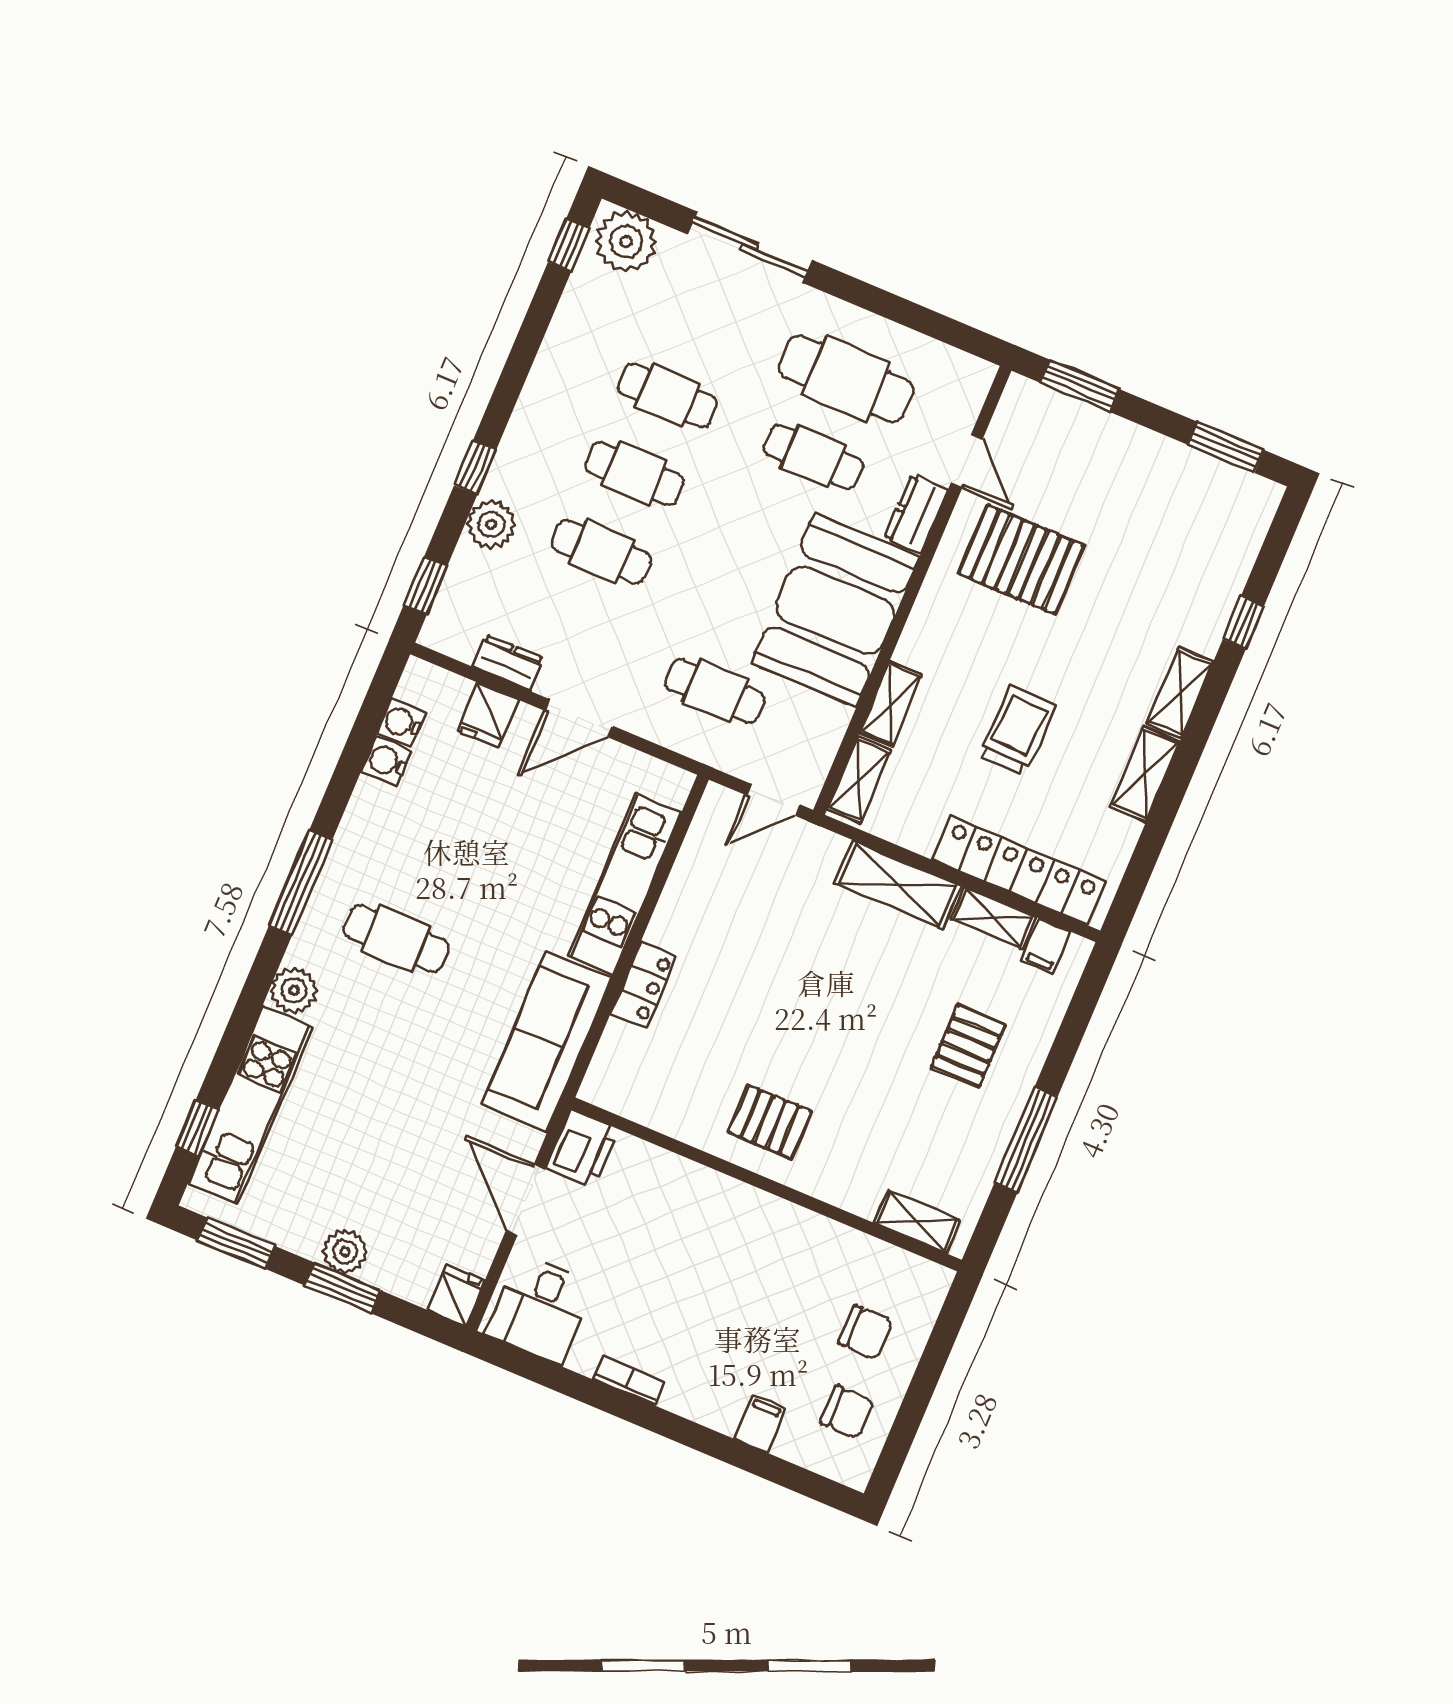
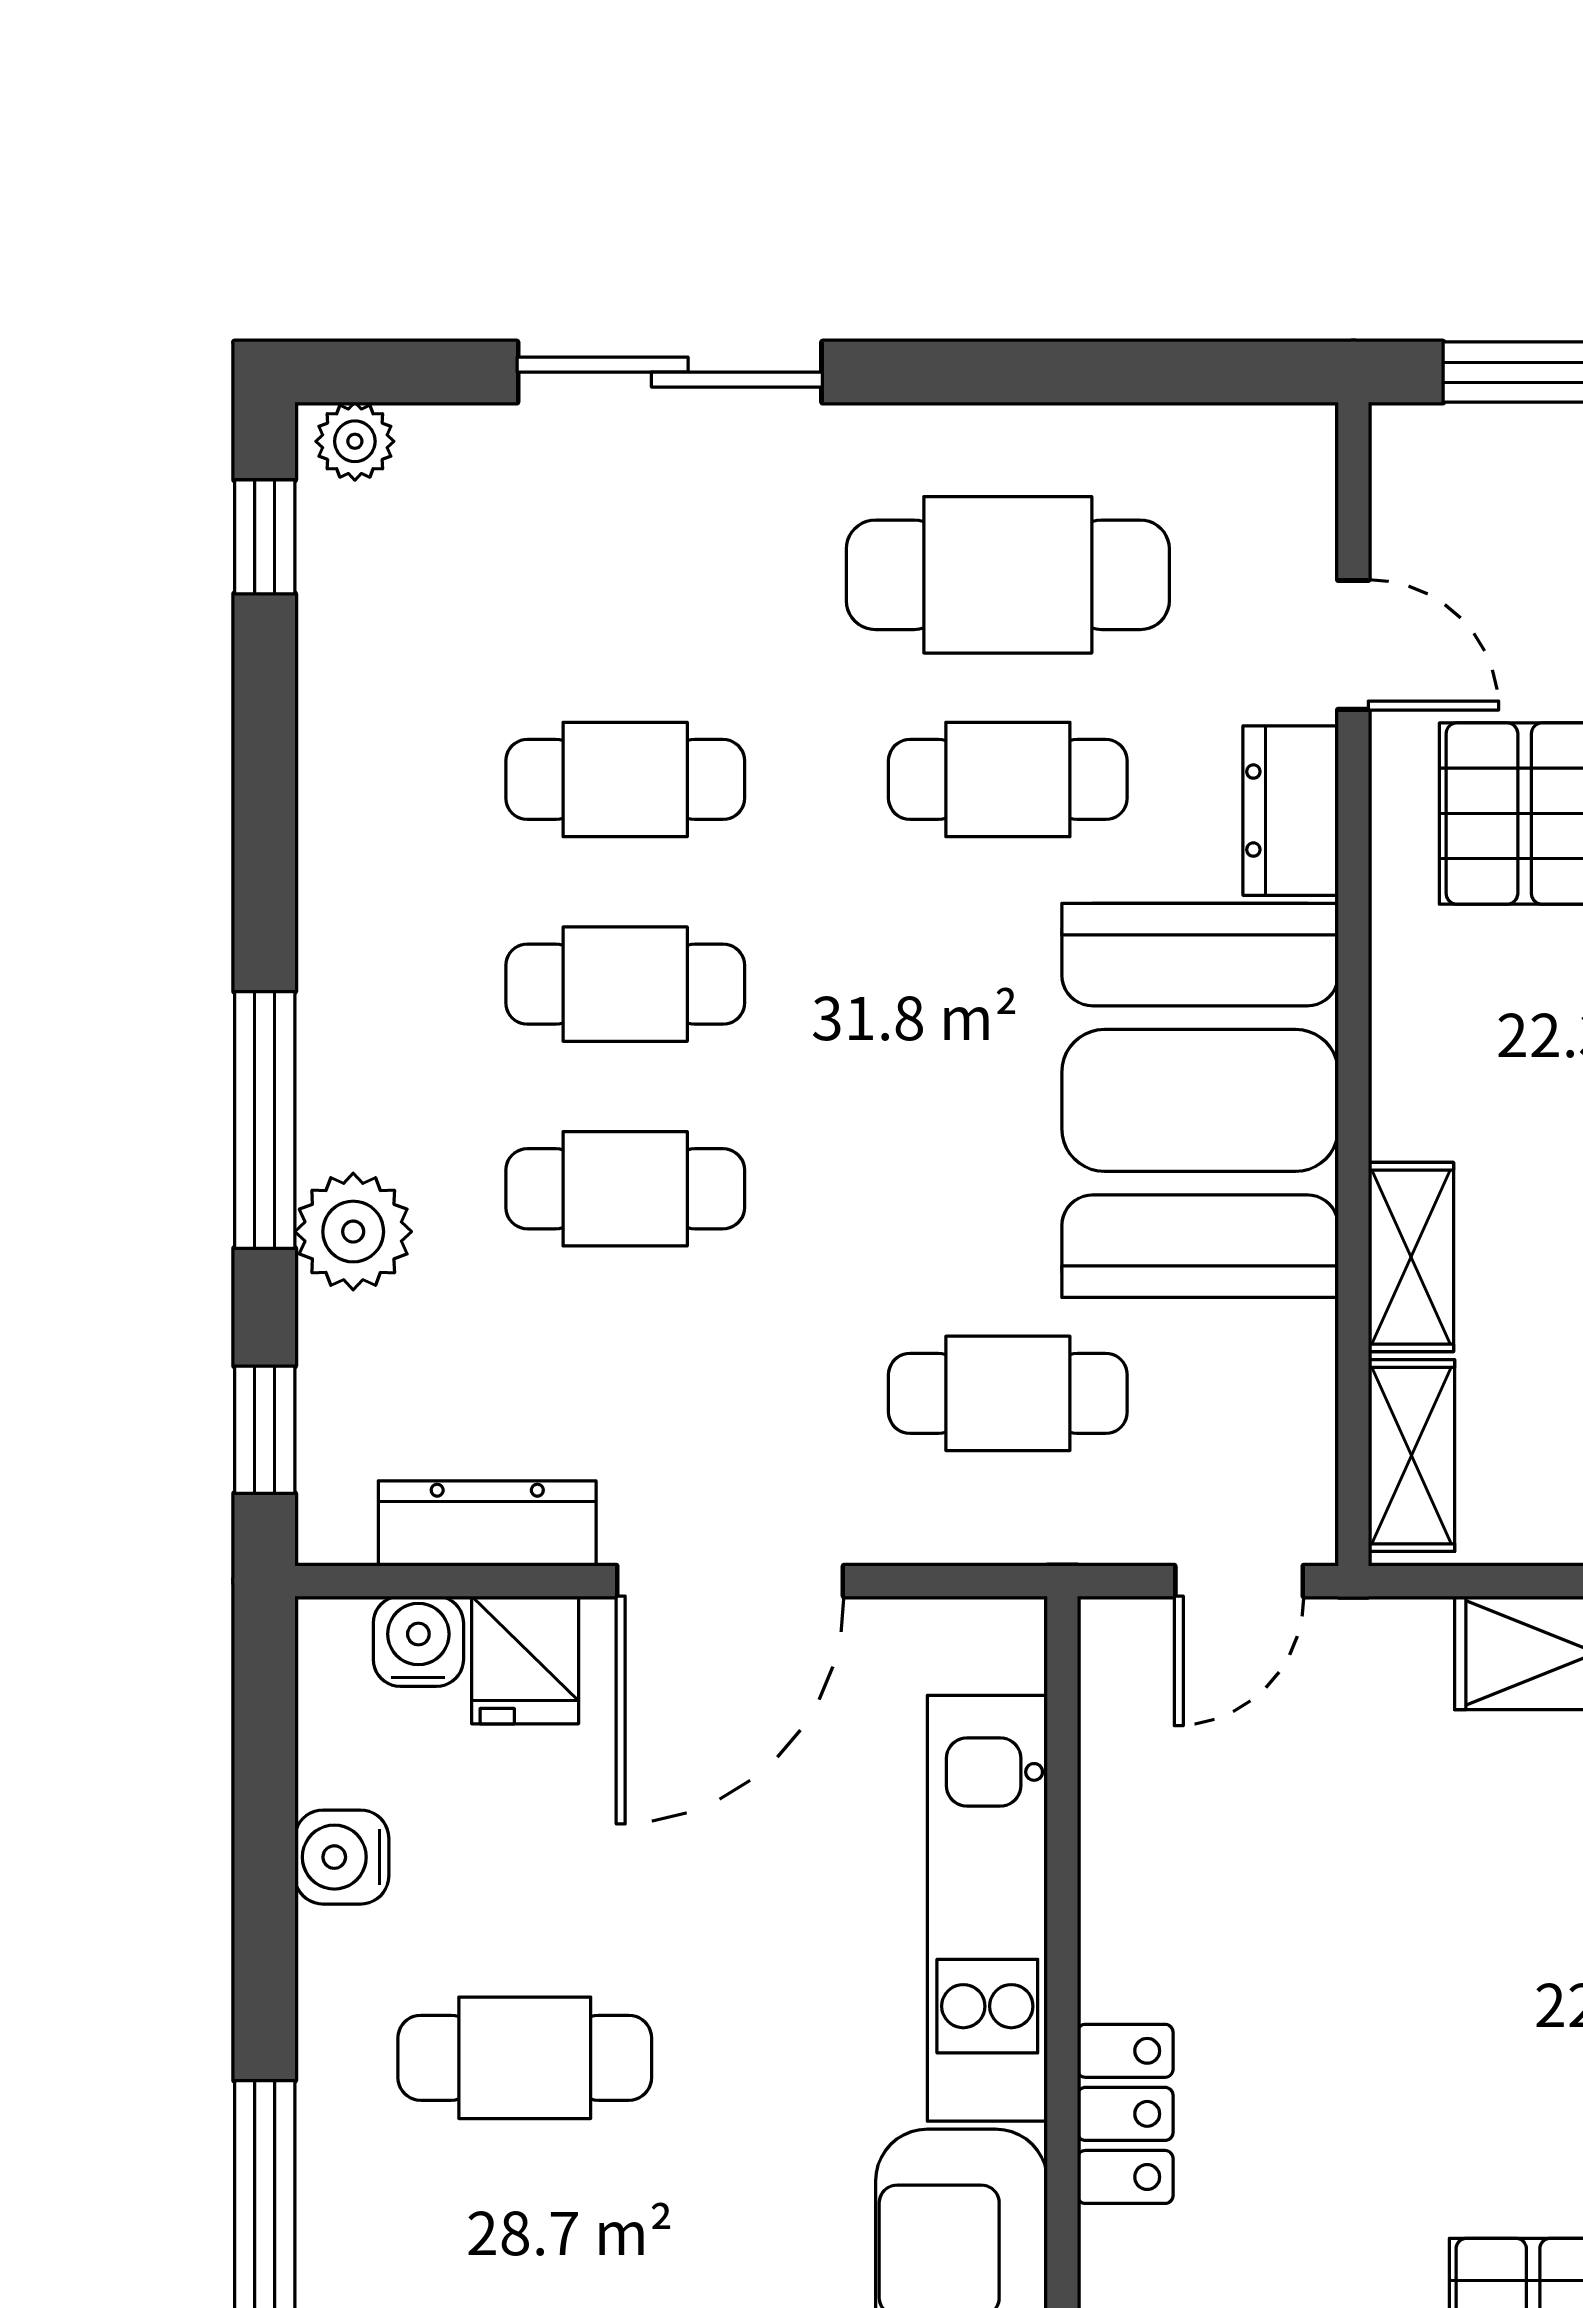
plant: (626, 242) -> (355, 441), width x0.53, depth x0.53
window: (475, 468) -> (265, 1120), width x2.17
dresser: (508, 663) -> (487, 1523), width x1.44
door: (579, 718) -> (730, 1581), width x1.36
water cooler: (402, 723) -> (418, 1641), moved, turned 90
cafe table: (396, 939) -> (525, 2058), moved

